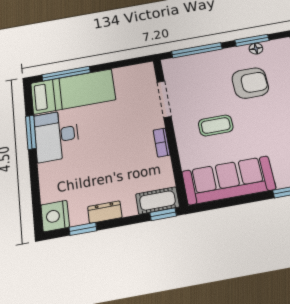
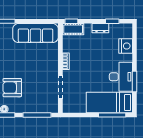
coffee table: (216, 125) -> (36, 66), removed
nightstand: (55, 216) -> (126, 46), moved

